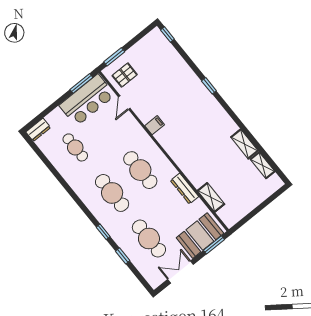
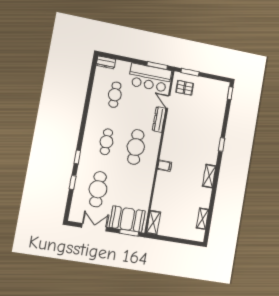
door: (124, 103) -> (168, 102), hinge flipped
filing cabinet: (155, 125) -> (165, 166), moved
shelving: (244, 144) -> (209, 176), moved
dresser: (184, 189) -> (159, 119), moved
cafe table: (112, 193) -> (106, 142), width x0.73, depth x0.74
shelving: (211, 197) -> (153, 223), moved

